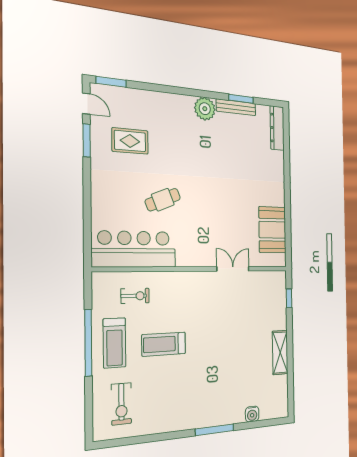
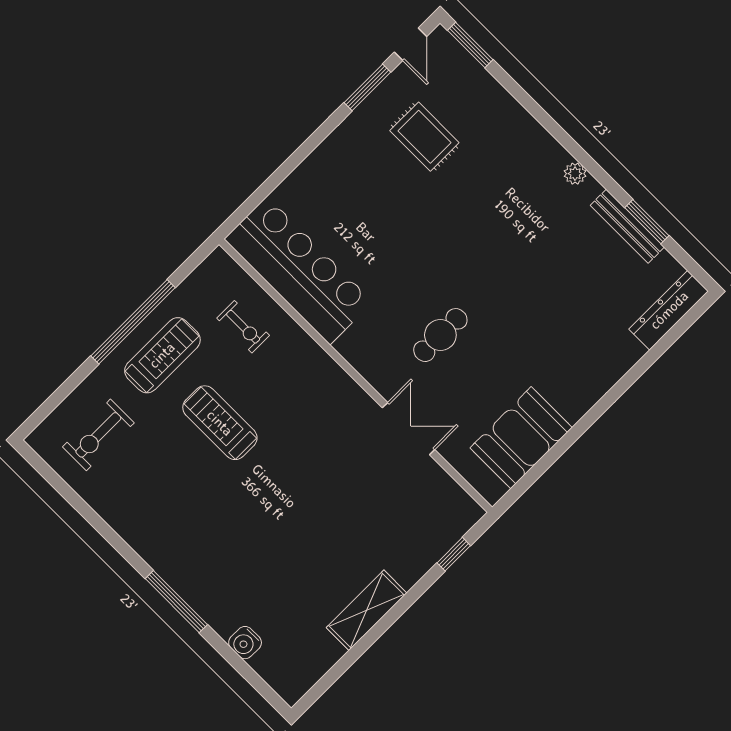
plant: (205, 109) -> (575, 174), width x0.53, depth x0.53
cafe table: (163, 200) -> (440, 335), moved, turned -68
treadmill: (114, 343) -> (162, 355), turned 180

